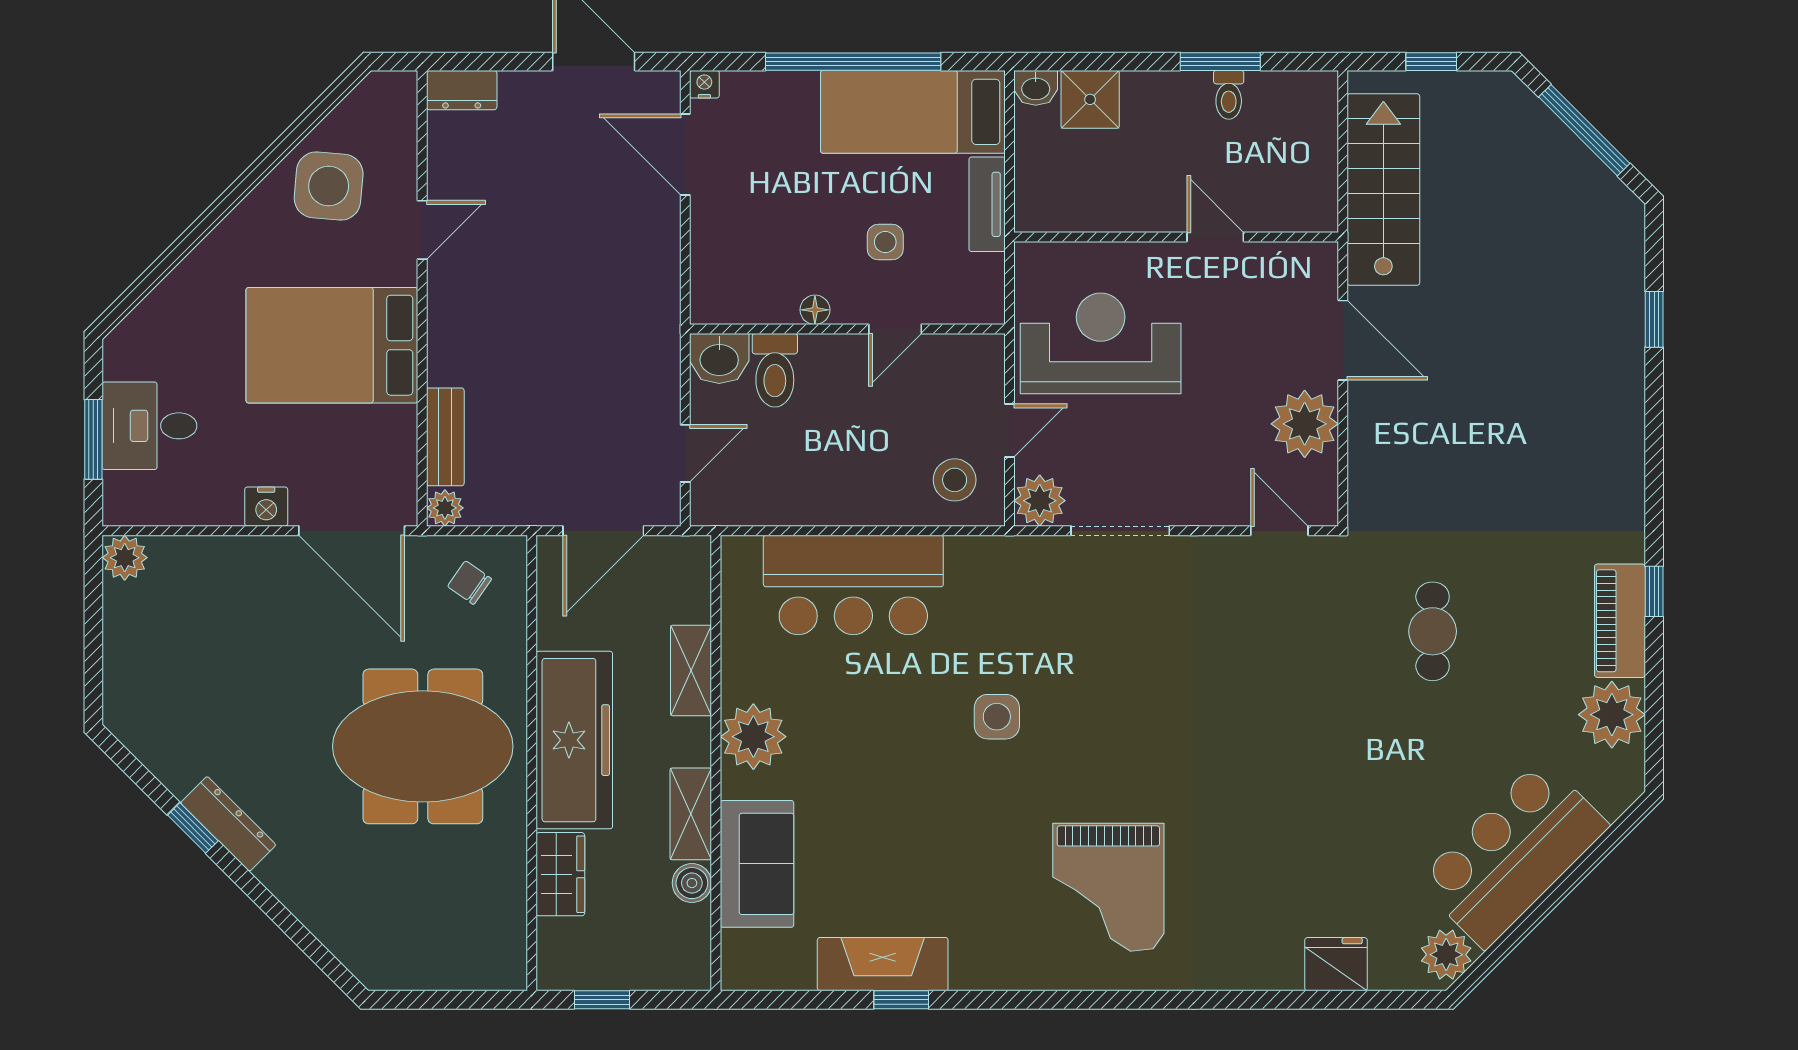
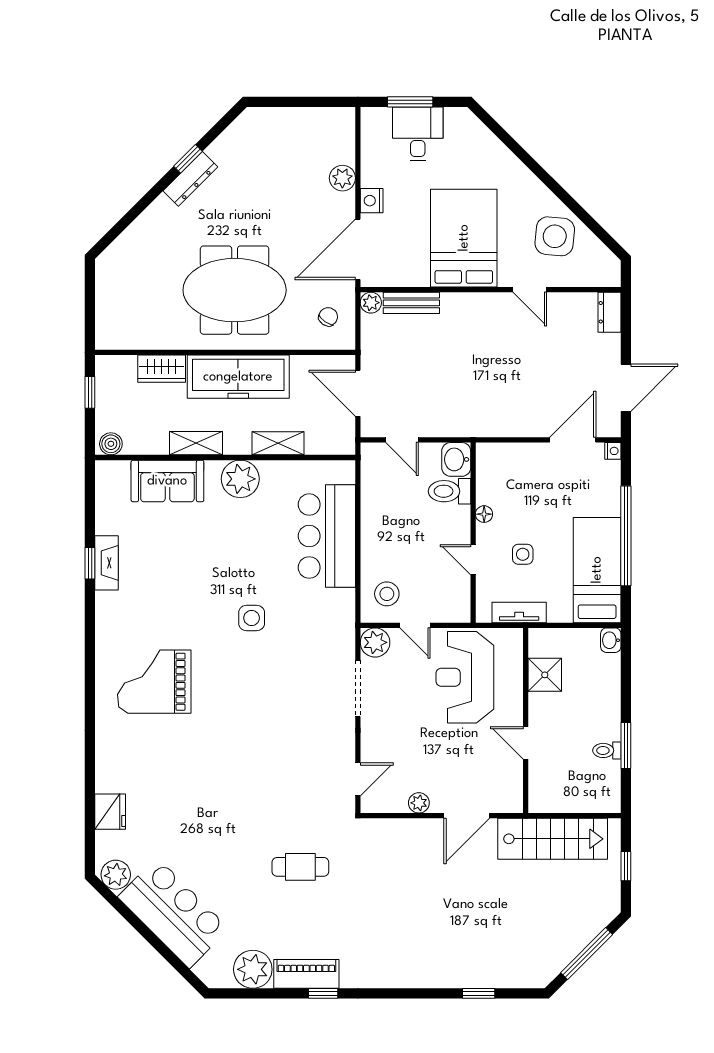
shower: (1090, 99) -> (545, 675), moved
tv unit: (987, 204) -> (519, 612), moved
door: (1215, 237) -> (526, 743), swing flipped
reception desk: (1101, 343) -> (465, 677), turned 180
plant: (1305, 424) -> (419, 803), width x0.53, depth x0.53
plant: (125, 558) -> (342, 178), moved
meeting table: (423, 746) -> (235, 290), turned 90
boiler: (692, 883) -> (111, 444), moved
fireplace: (883, 964) -> (107, 563), width x0.73, depth x0.76

